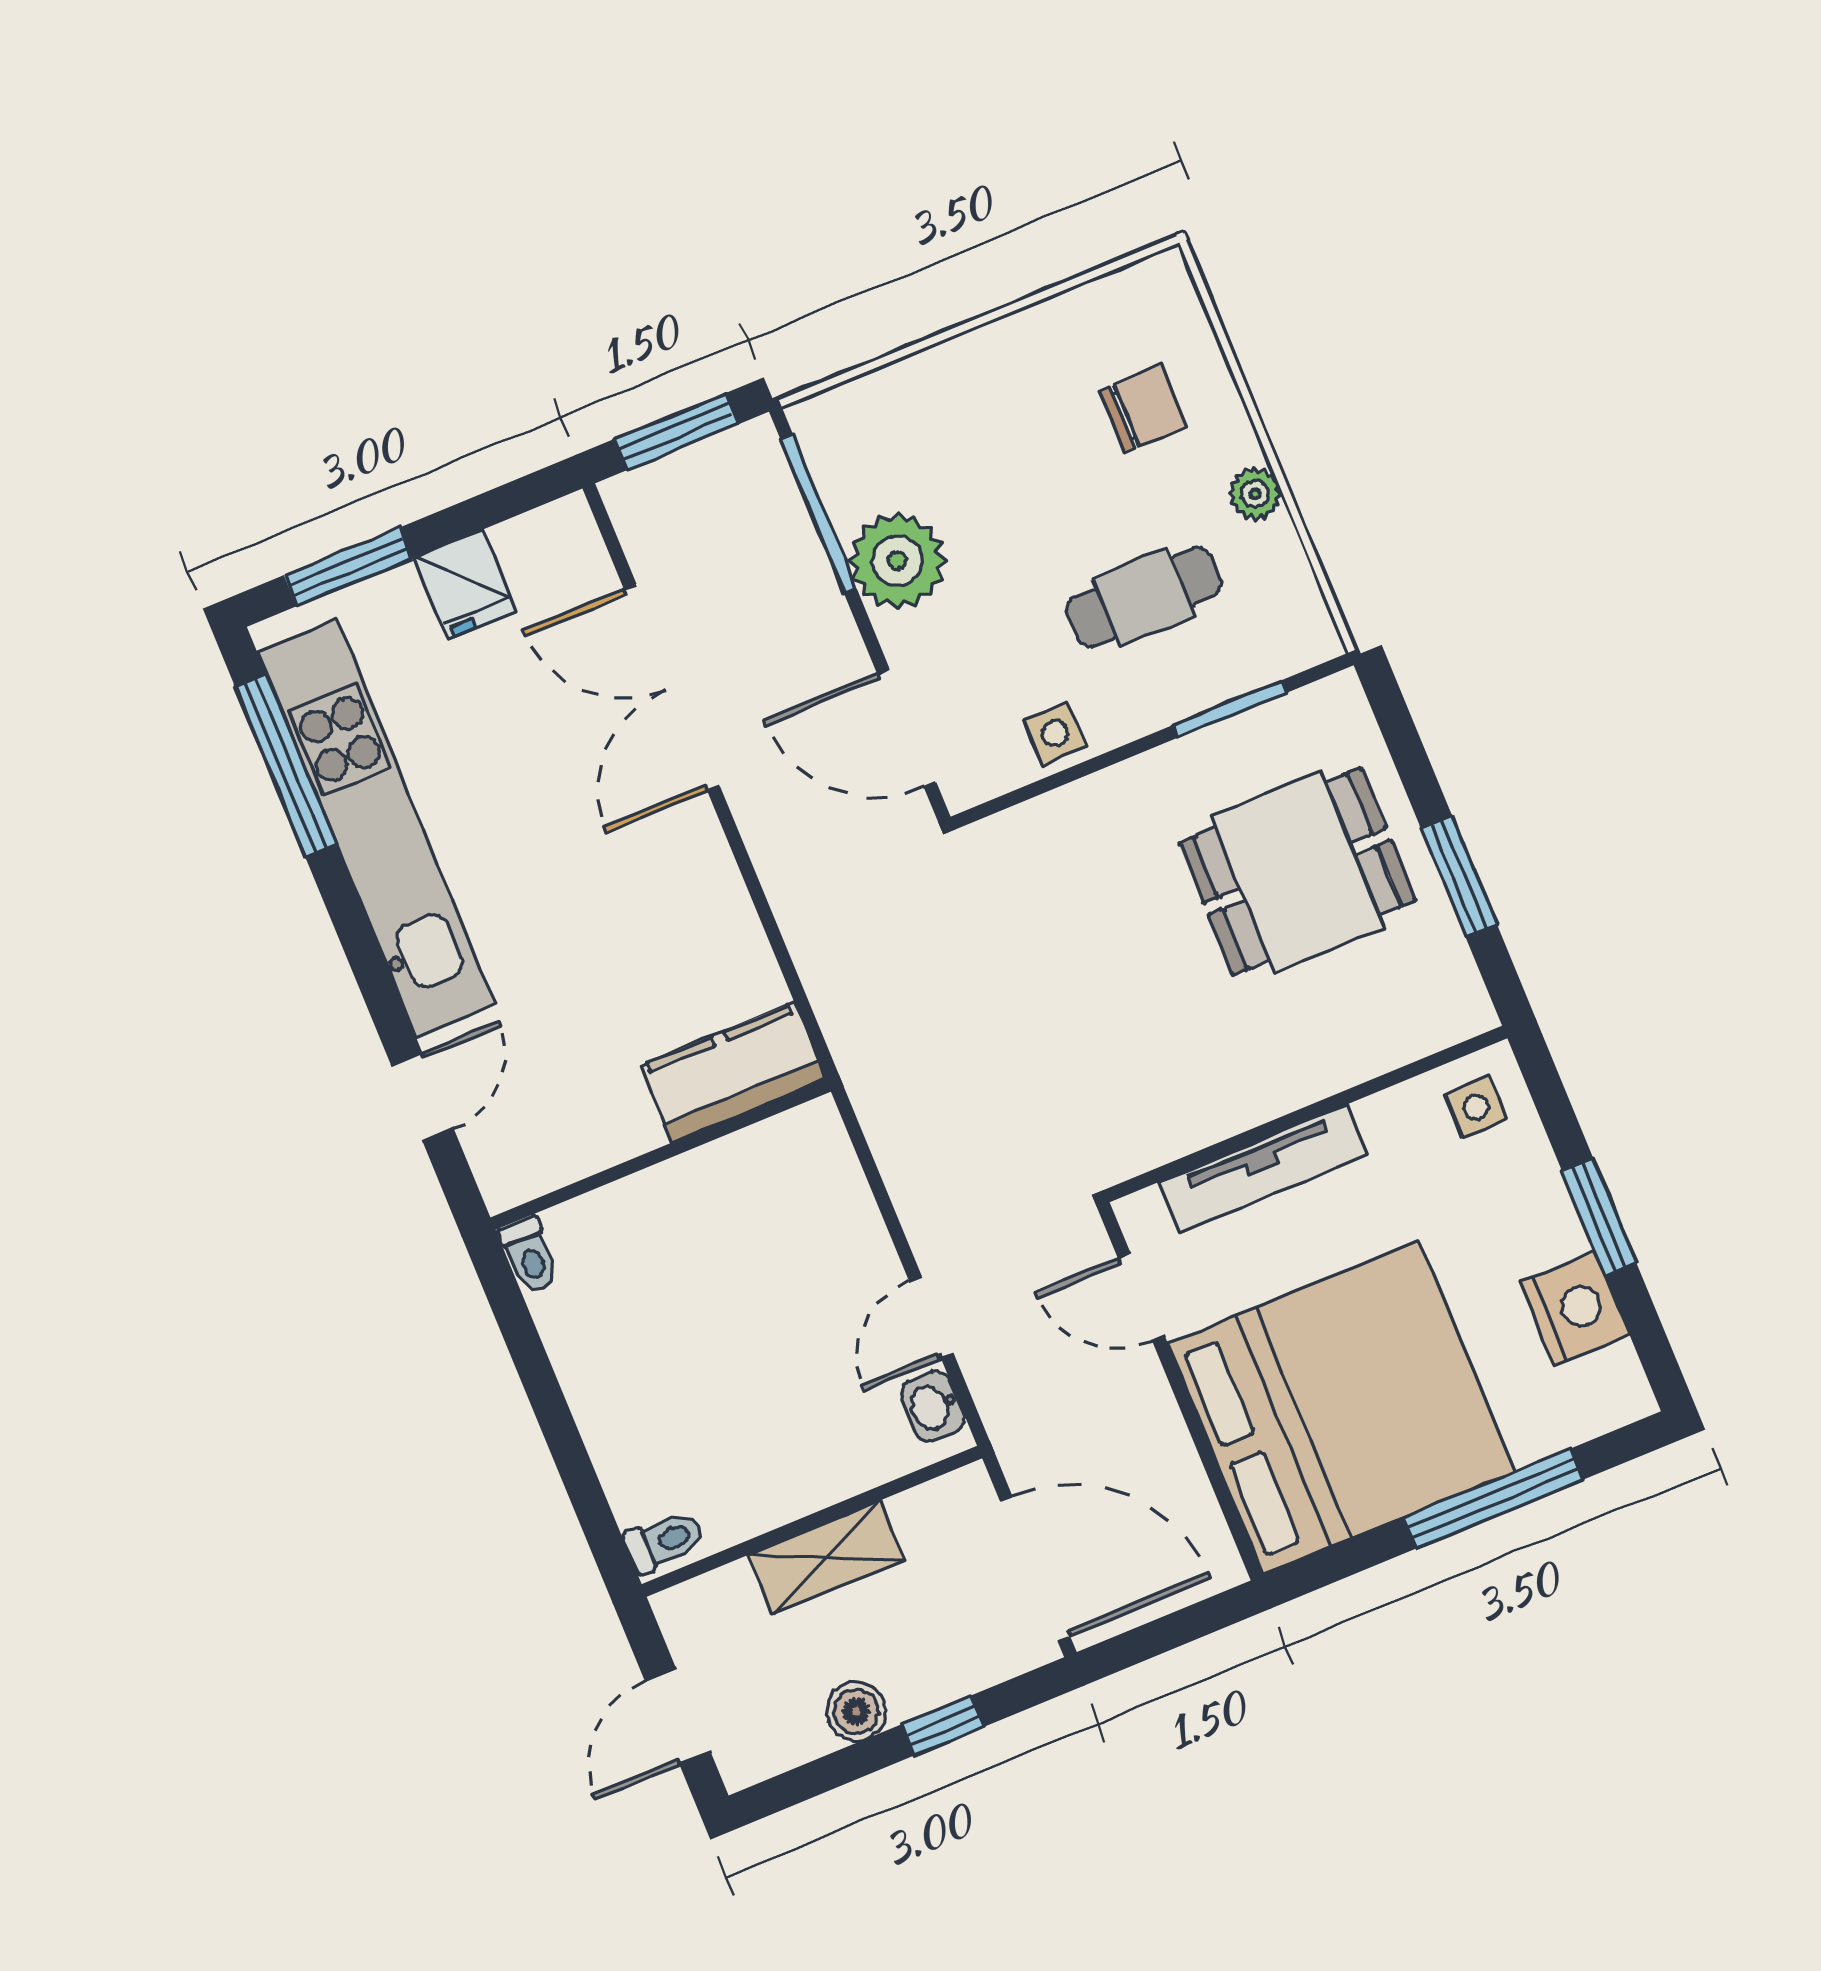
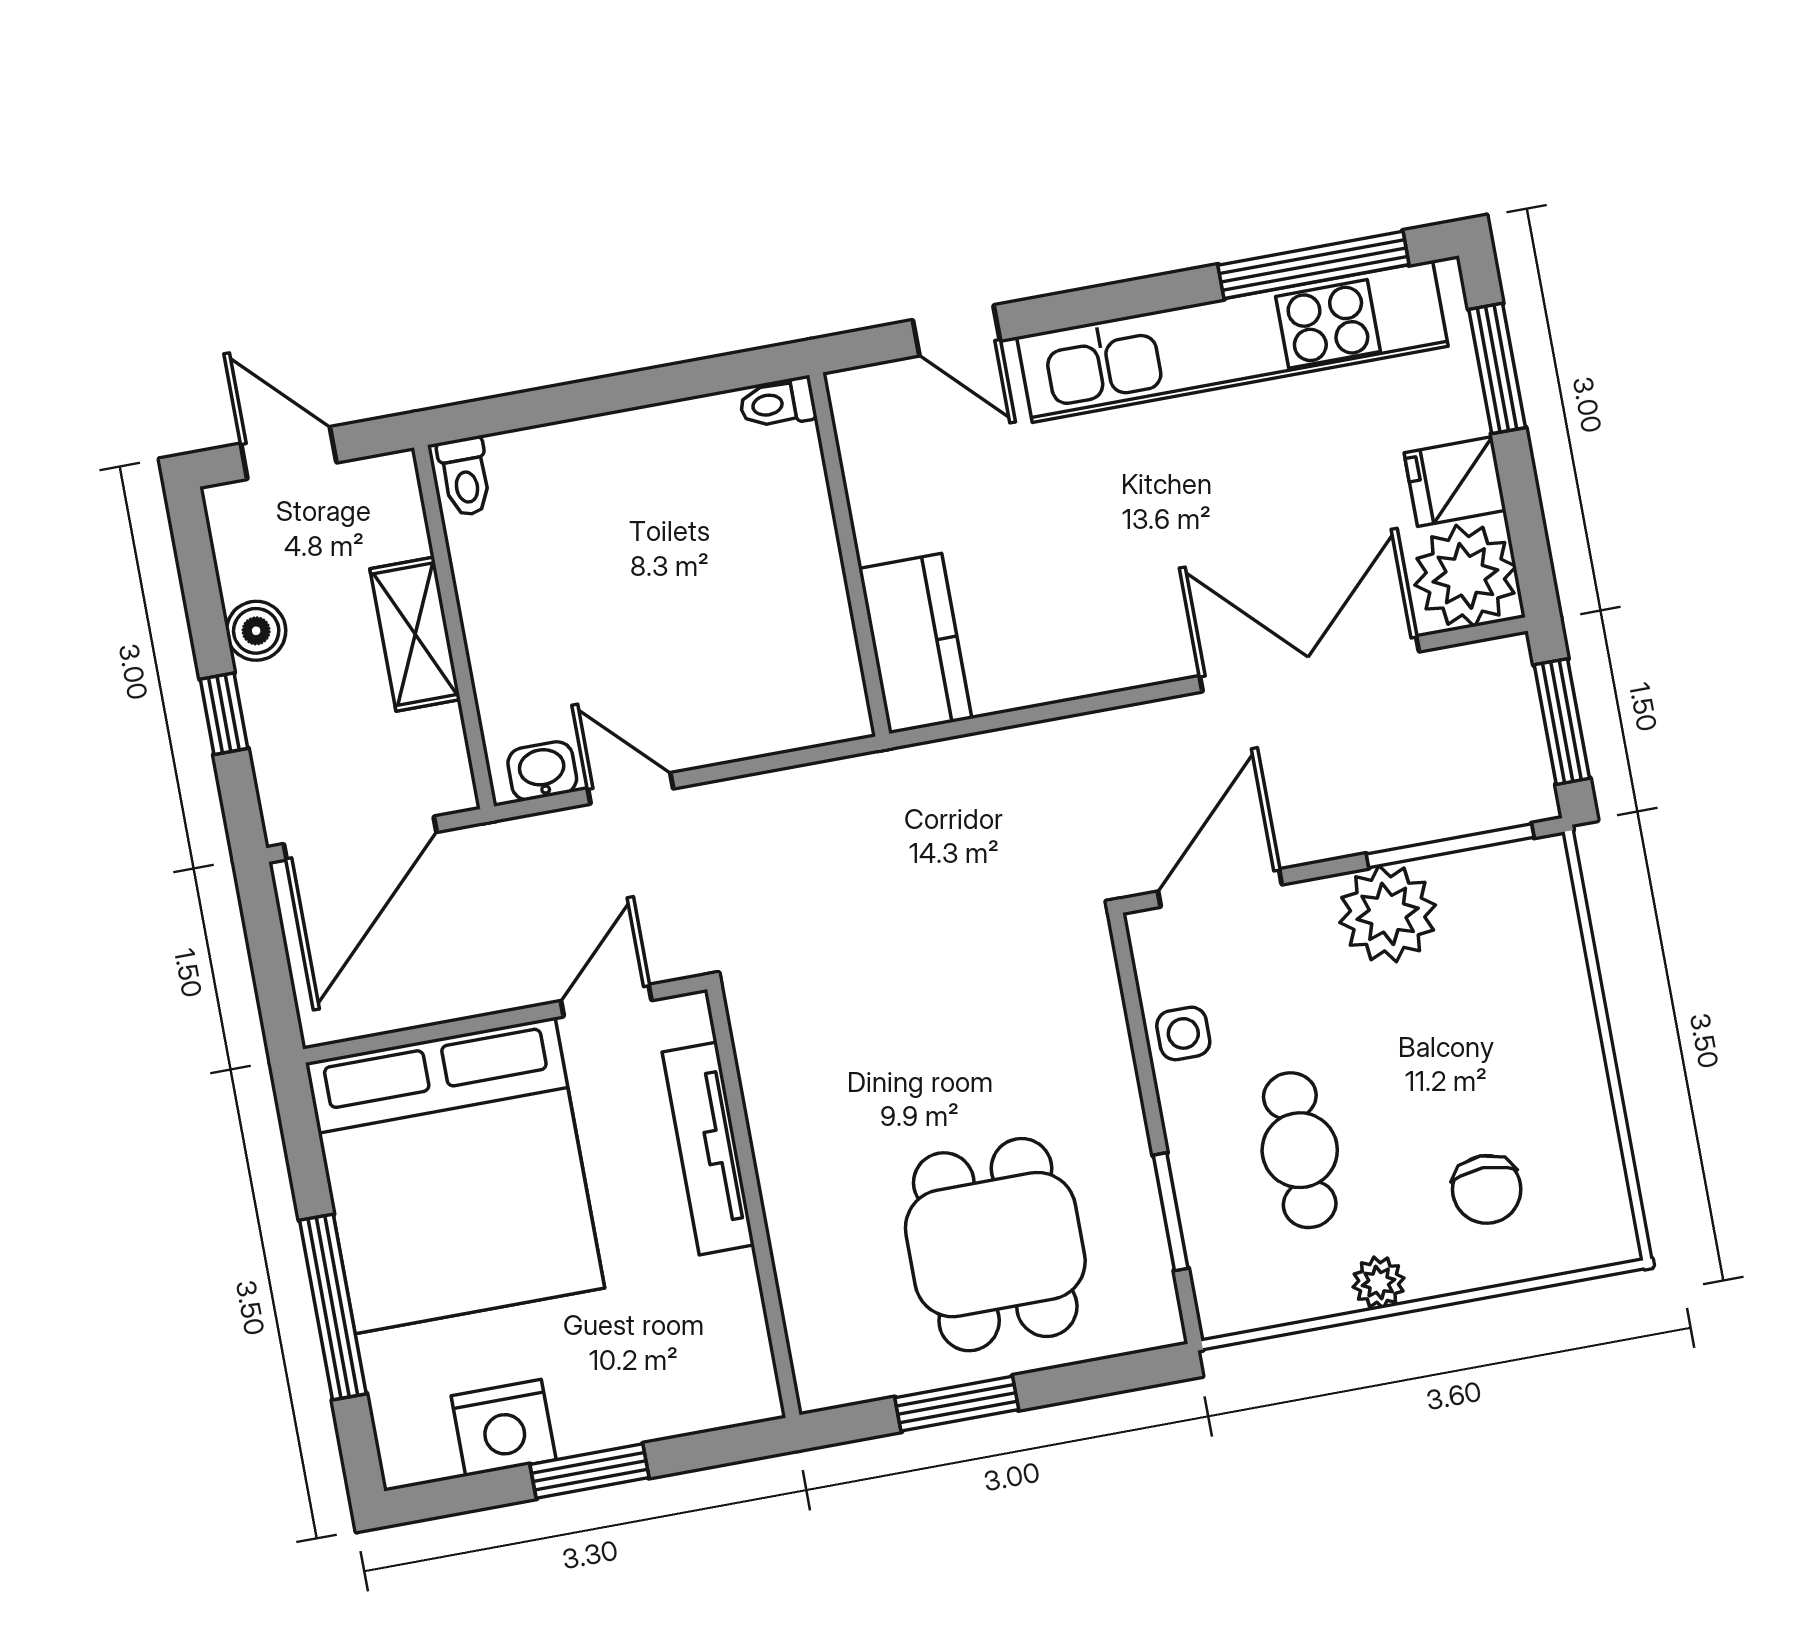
plant: (555, 555) -> (1465, 576), added
side table: (1476, 1107) -> (724, 1372), removed

